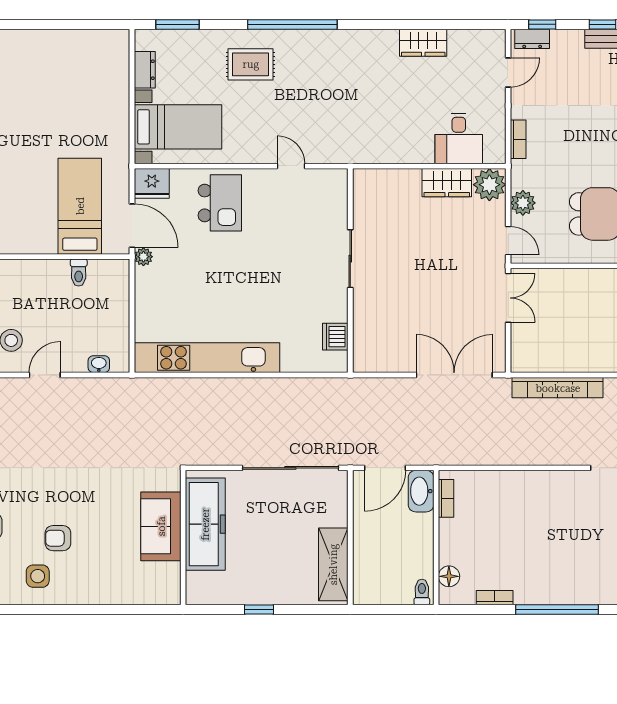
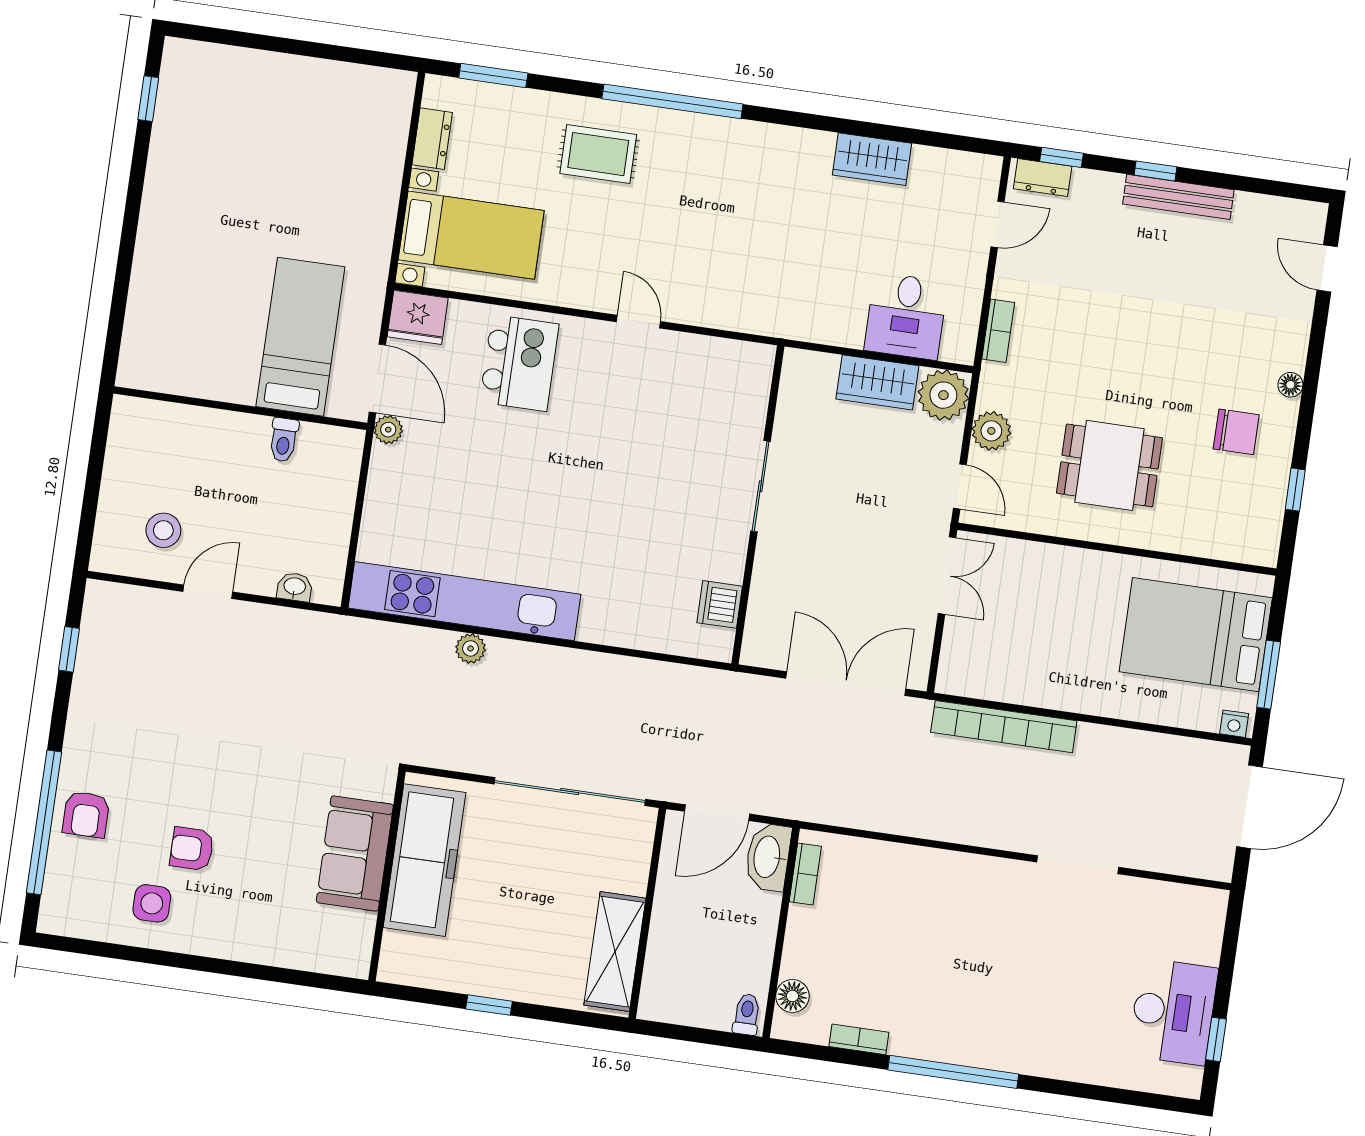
sliding door: (350, 259) -> (761, 486), moved
wall: (350, 271) -> (758, 505), moved
dishwasher: (335, 337) -> (720, 604), moved
plant: (215, 387) -> (471, 648), added

